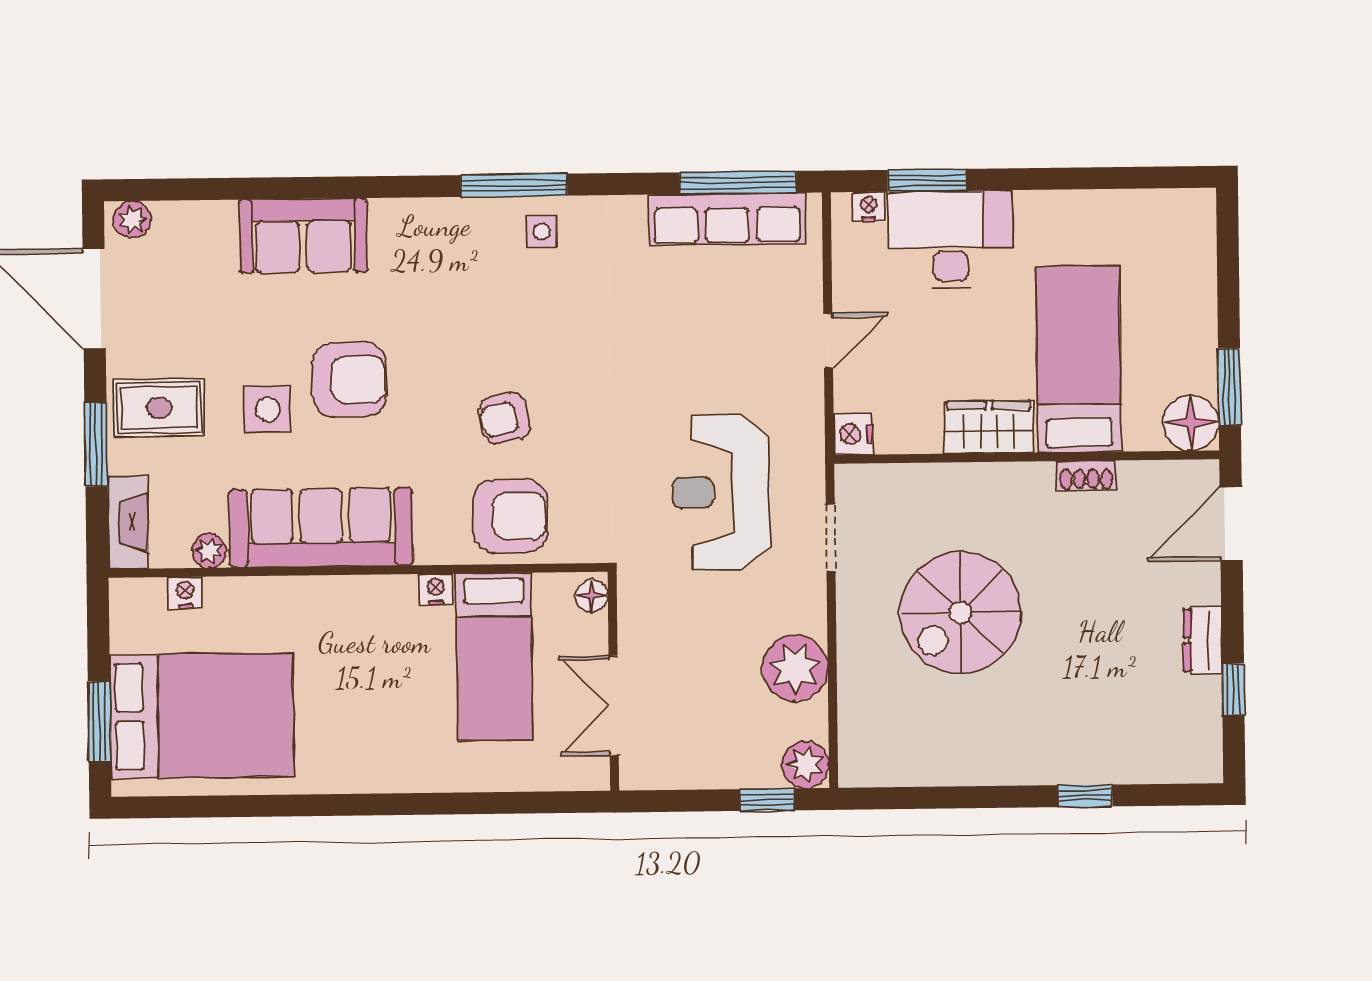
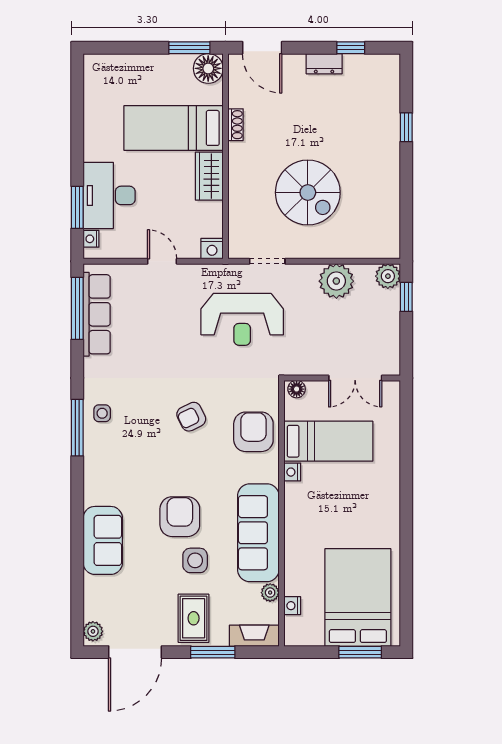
armchair: (505, 418) -> (191, 417), moved, turned 77

